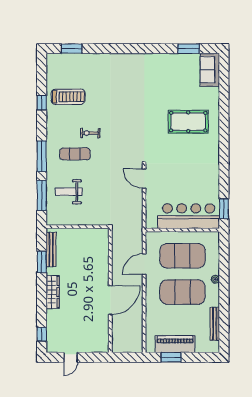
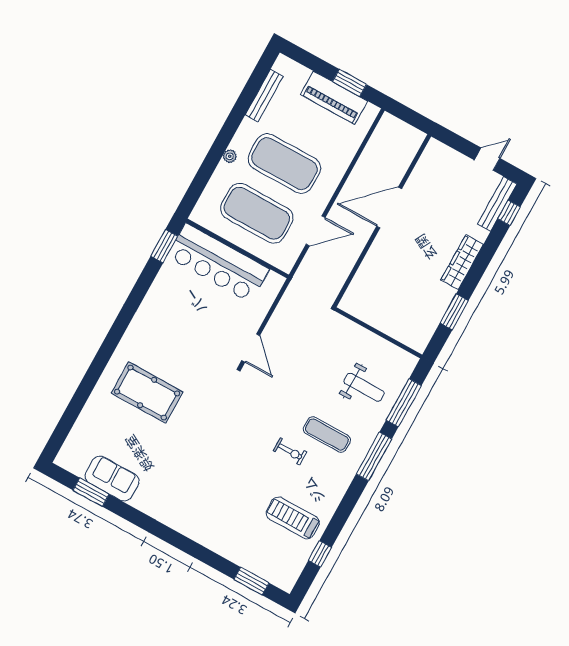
sofa: (210, 70) -> (112, 479), moved, turned -90
window: (42, 103) -> (320, 554), moved
bench: (51, 250) -> (497, 204), moved

